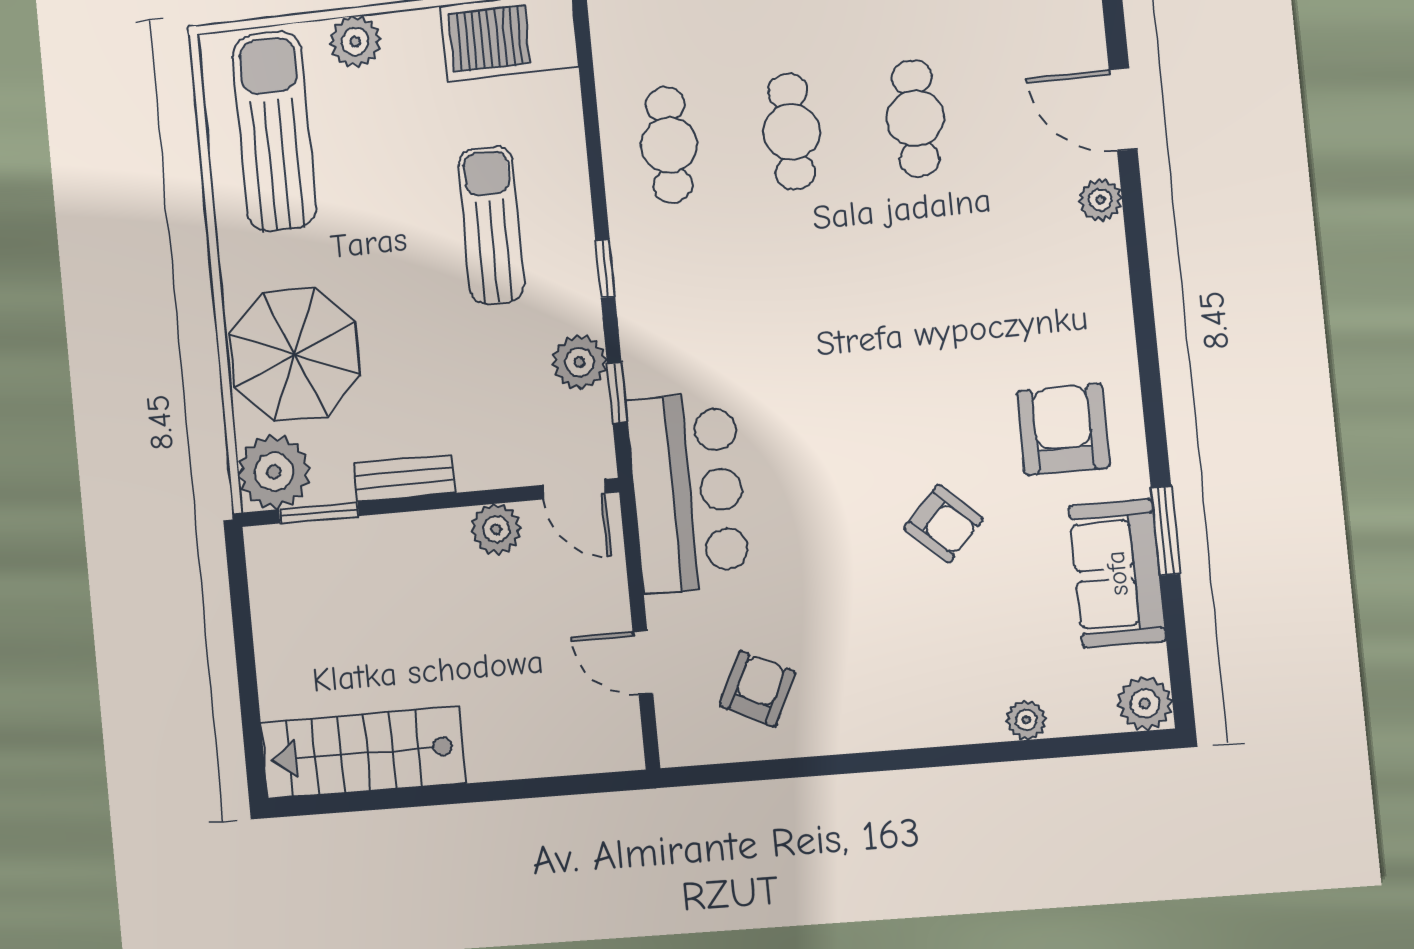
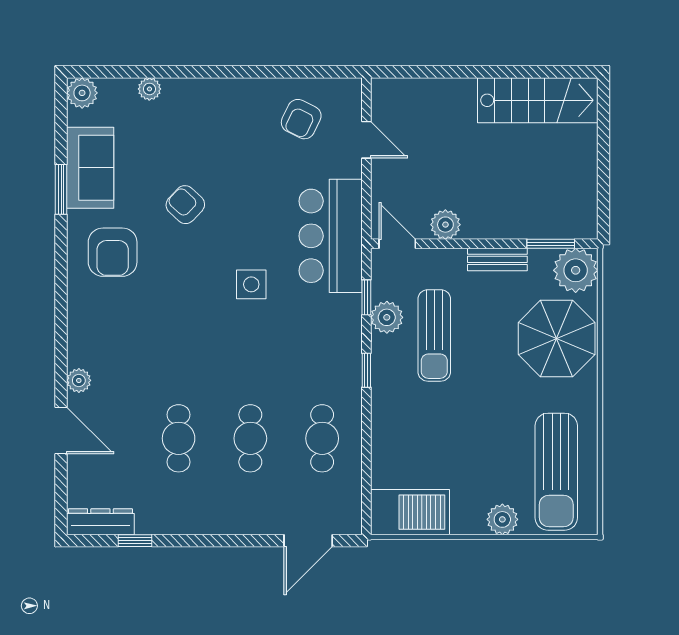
sun lounger: (491, 225) -> (434, 335), moved
side table: (816, 396) -> (251, 284), added

